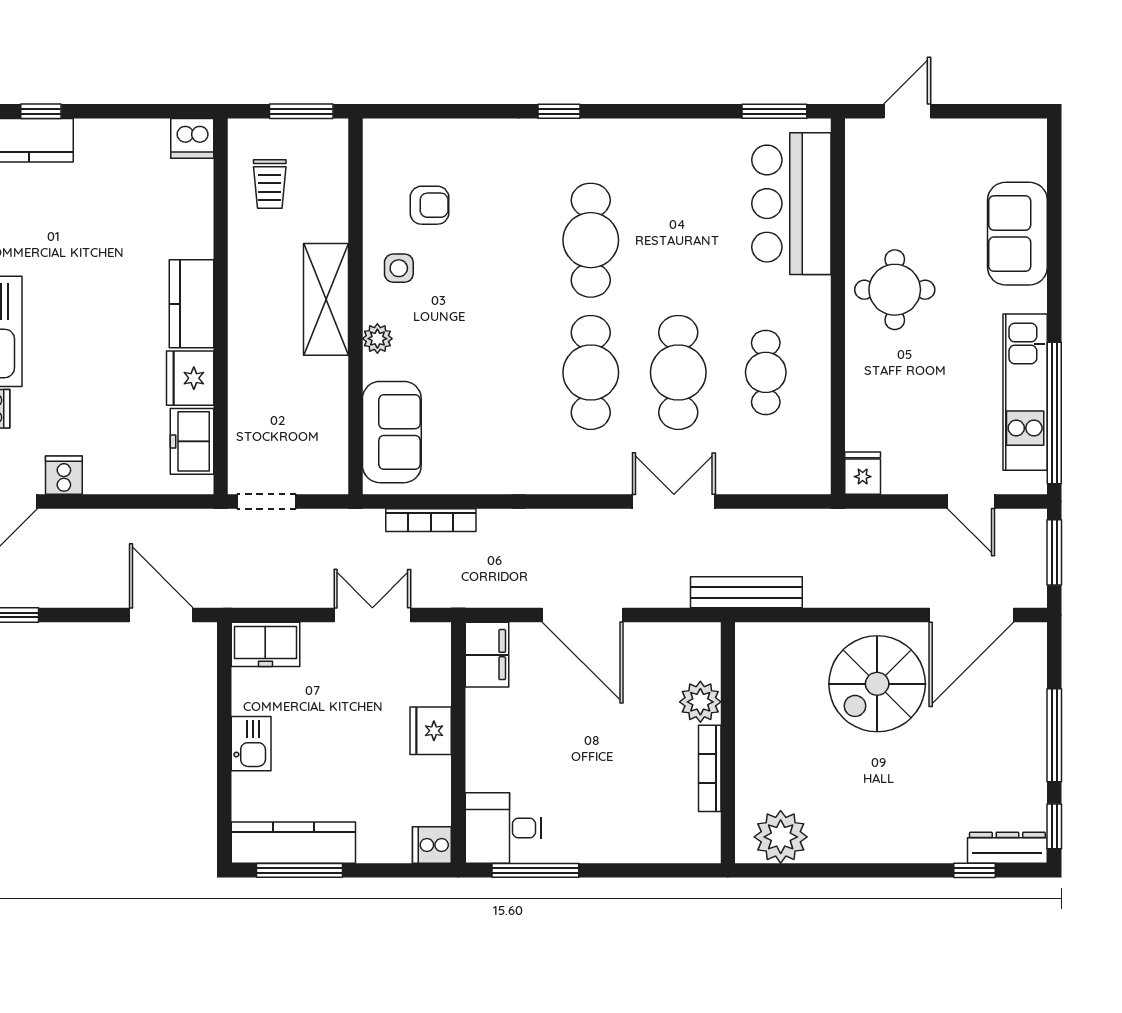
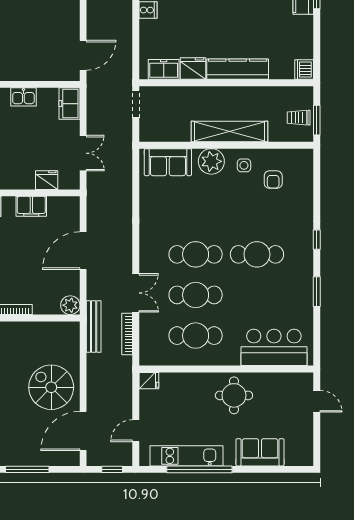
window: (774, 111) -> (317, 292), moved
trolley: (270, 184) -> (299, 118), moved
shelving: (326, 299) -> (229, 132), width x1.47
kitchen counter: (191, 304) -> (238, 69), width x1.50
plant: (377, 339) -> (211, 161), width x1.88, depth x1.88
cafe table: (766, 372) -> (196, 336), width x1.37, depth x1.35
window: (1054, 413) -> (199, 469), moved
bookcase: (431, 520) -> (127, 334), moved
window: (1054, 552) -> (112, 469), width x0.67
door: (971, 615) -> (83, 431), hinge flipped
filing cabinet: (487, 655) -> (31, 206), moved
plant: (700, 702) -> (70, 305), moved
fridge: (431, 731) -> (47, 180), moved

